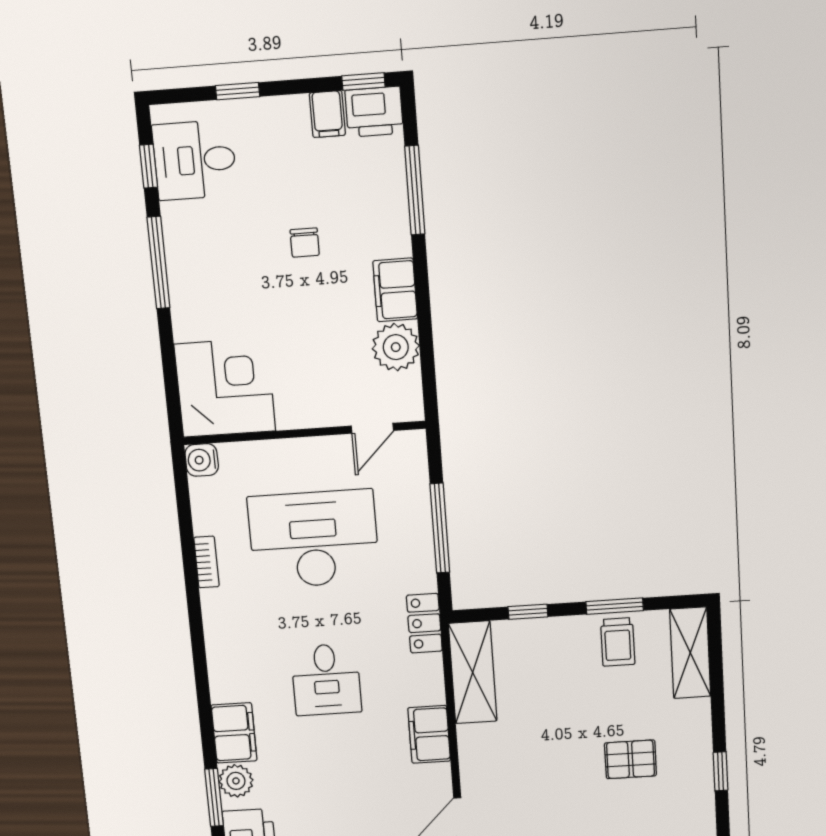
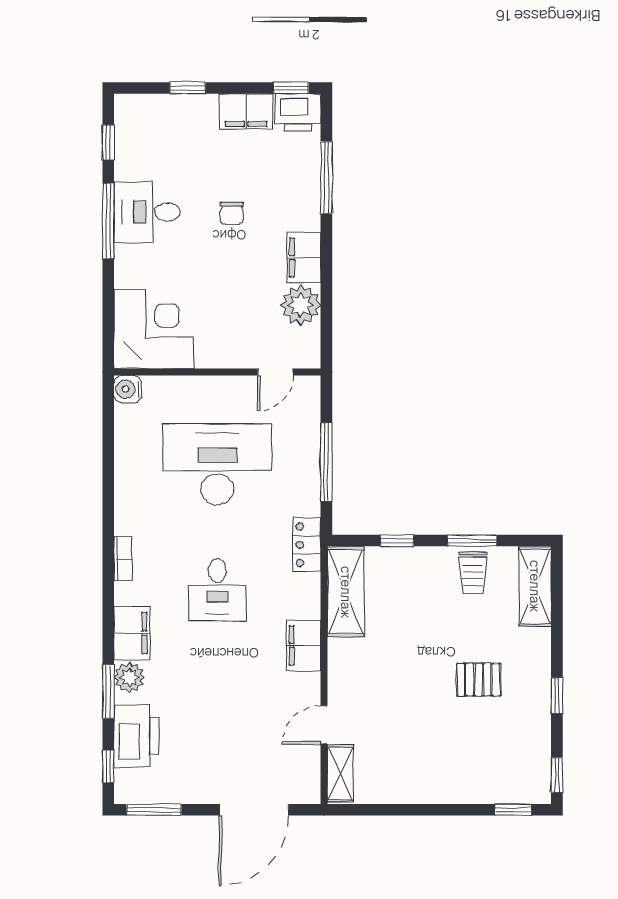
filing cabinet: (327, 114) -> (246, 112), width x2.00
desk: (195, 160) -> (147, 212), moved
bookcase: (207, 562) -> (123, 559), moved

